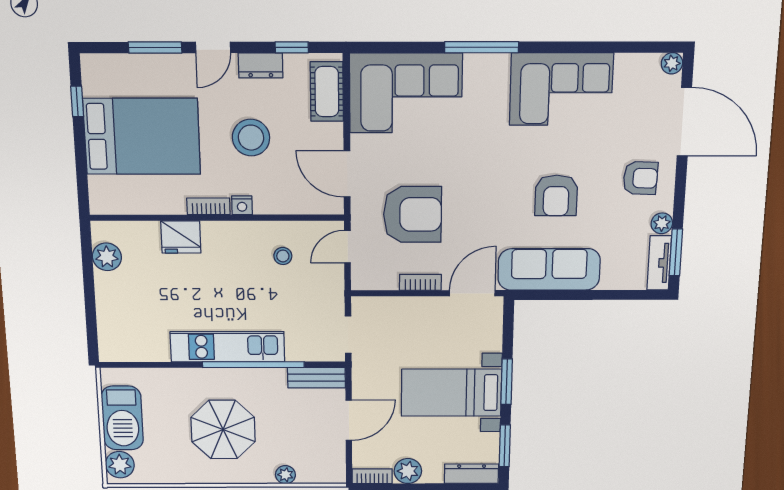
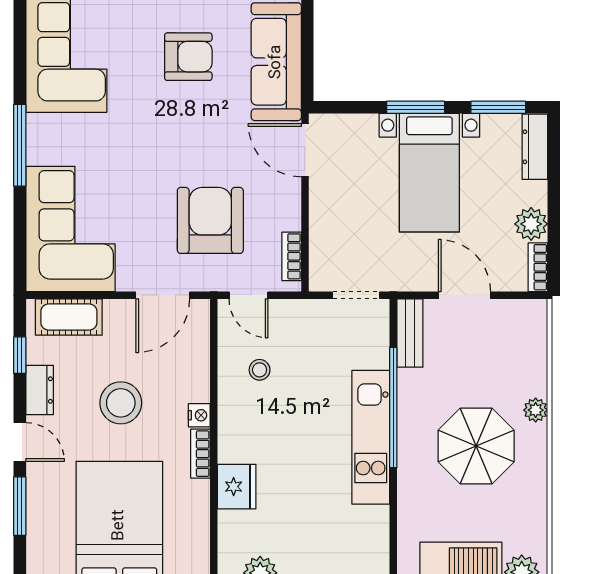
bookcase: (420, 282) -> (292, 256), moved
plant: (285, 475) -> (536, 410), moved

